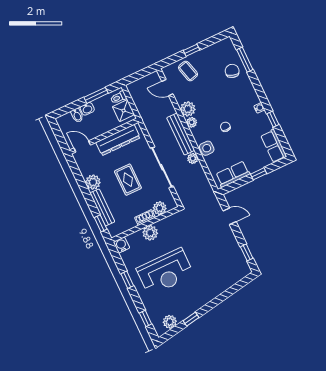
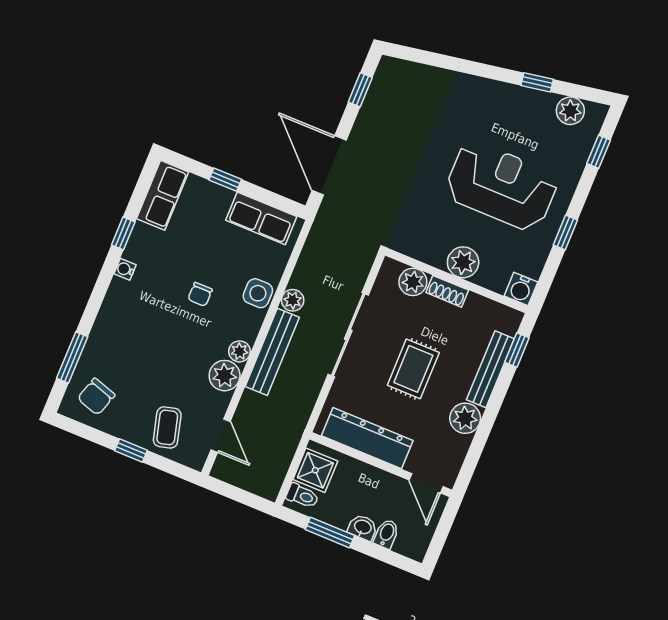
chair: (232, 71) -> (96, 397), moved
door: (230, 216) -> (329, 165), width x1.87

